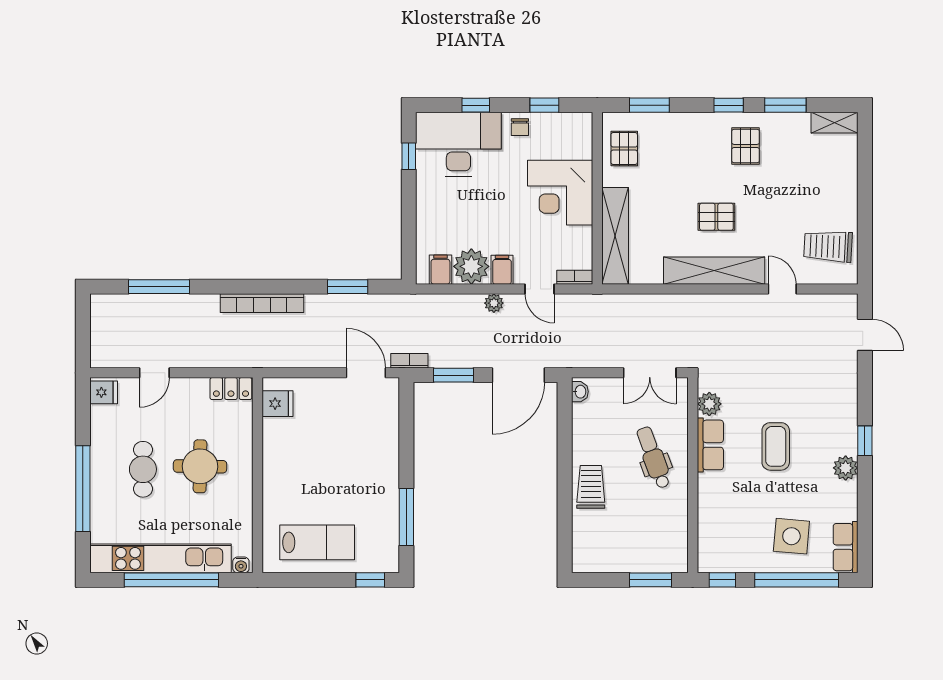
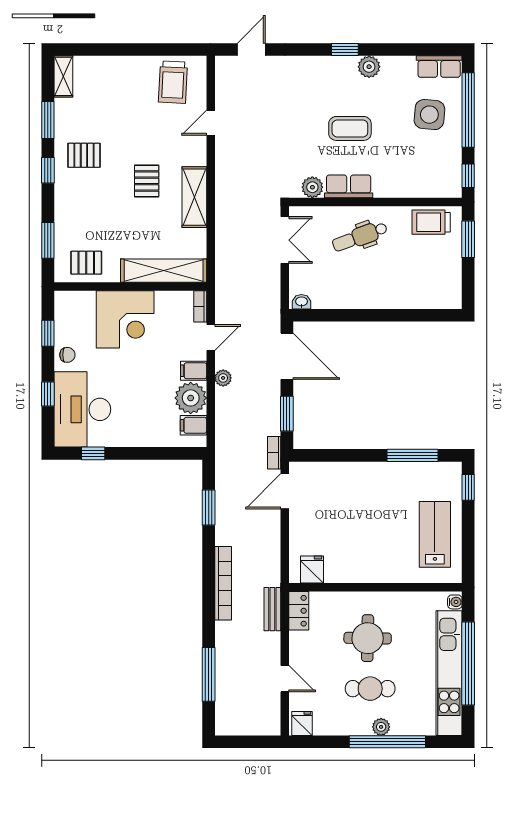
shelving: (714, 271) -> (194, 197), width x0.68
bench: (233, 359) -> (272, 609), added
plant: (100, 482) -> (381, 727), added
trolley: (591, 487) -> (431, 222), moved

